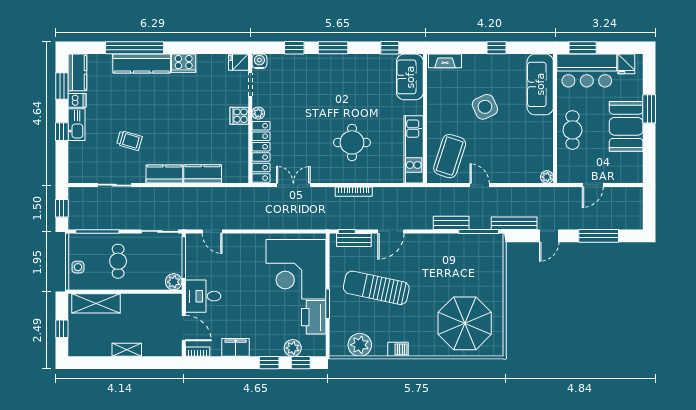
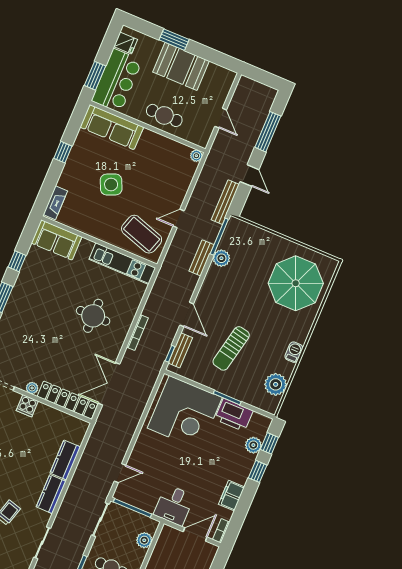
window: (390, 48) -> (17, 261), moved
double door: (293, 185) -> (109, 384), width x1.37
plant: (459, 242) -> (221, 258), added
plant: (174, 282) -> (144, 540), moved
sun lounger: (376, 288) -> (231, 348), width x0.73, depth x0.75

